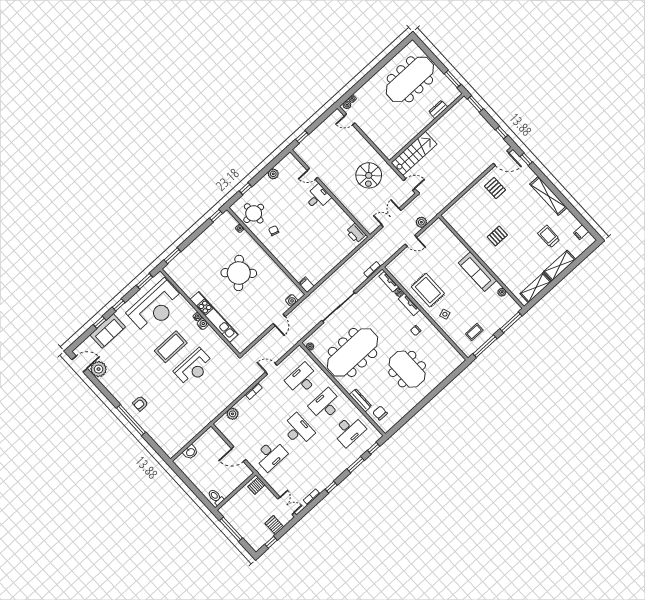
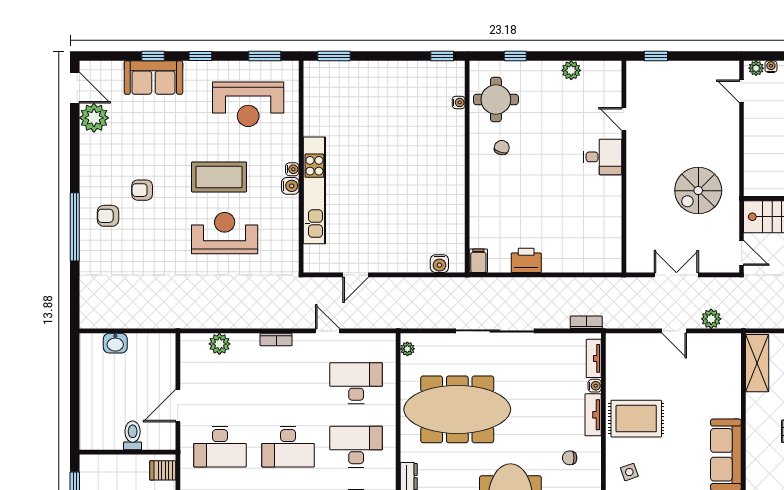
shelving: (456, 223) -> (757, 363), added
printer: (356, 233) -> (526, 260), moved, turned 90
round table: (239, 273) -> (402, 162), removed
rug: (428, 290) -> (636, 419), turned 90
reception desk: (156, 307) -> (248, 104), width x0.74, depth x0.77
door: (279, 320) -> (356, 275), moved
reception desk: (194, 367) -> (225, 233), turned 180
armchair: (145, 380) -> (142, 190), added
desk: (298, 430) -> (288, 447), turned 90
door: (239, 454) -> (178, 406), hinge flipped
toilet: (216, 497) -> (133, 435), moved

